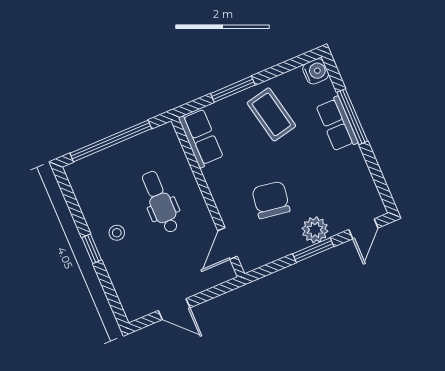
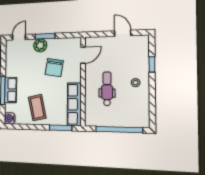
window: (233, 89) -> (60, 128), moved
row of seats: (201, 138) -> (74, 104), width x1.48
dental chair: (160, 202) -> (107, 89), turned 180
window: (92, 249) -> (152, 64), moved

